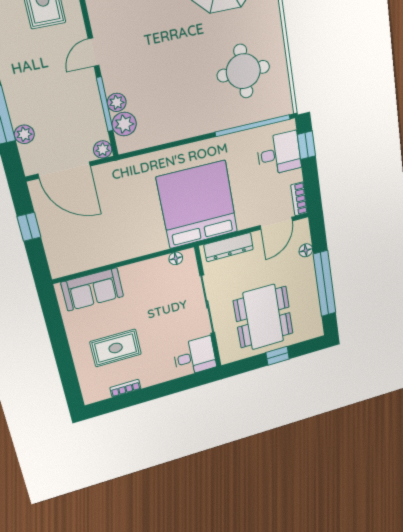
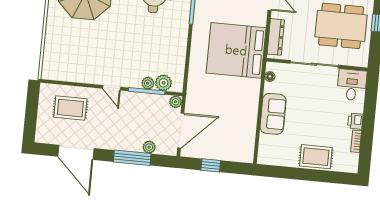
sofa: (92, 289) -> (273, 114), moved
rug: (116, 348) -> (316, 157), moved, turned 90
printer: (151, 378) -> (355, 121), added

